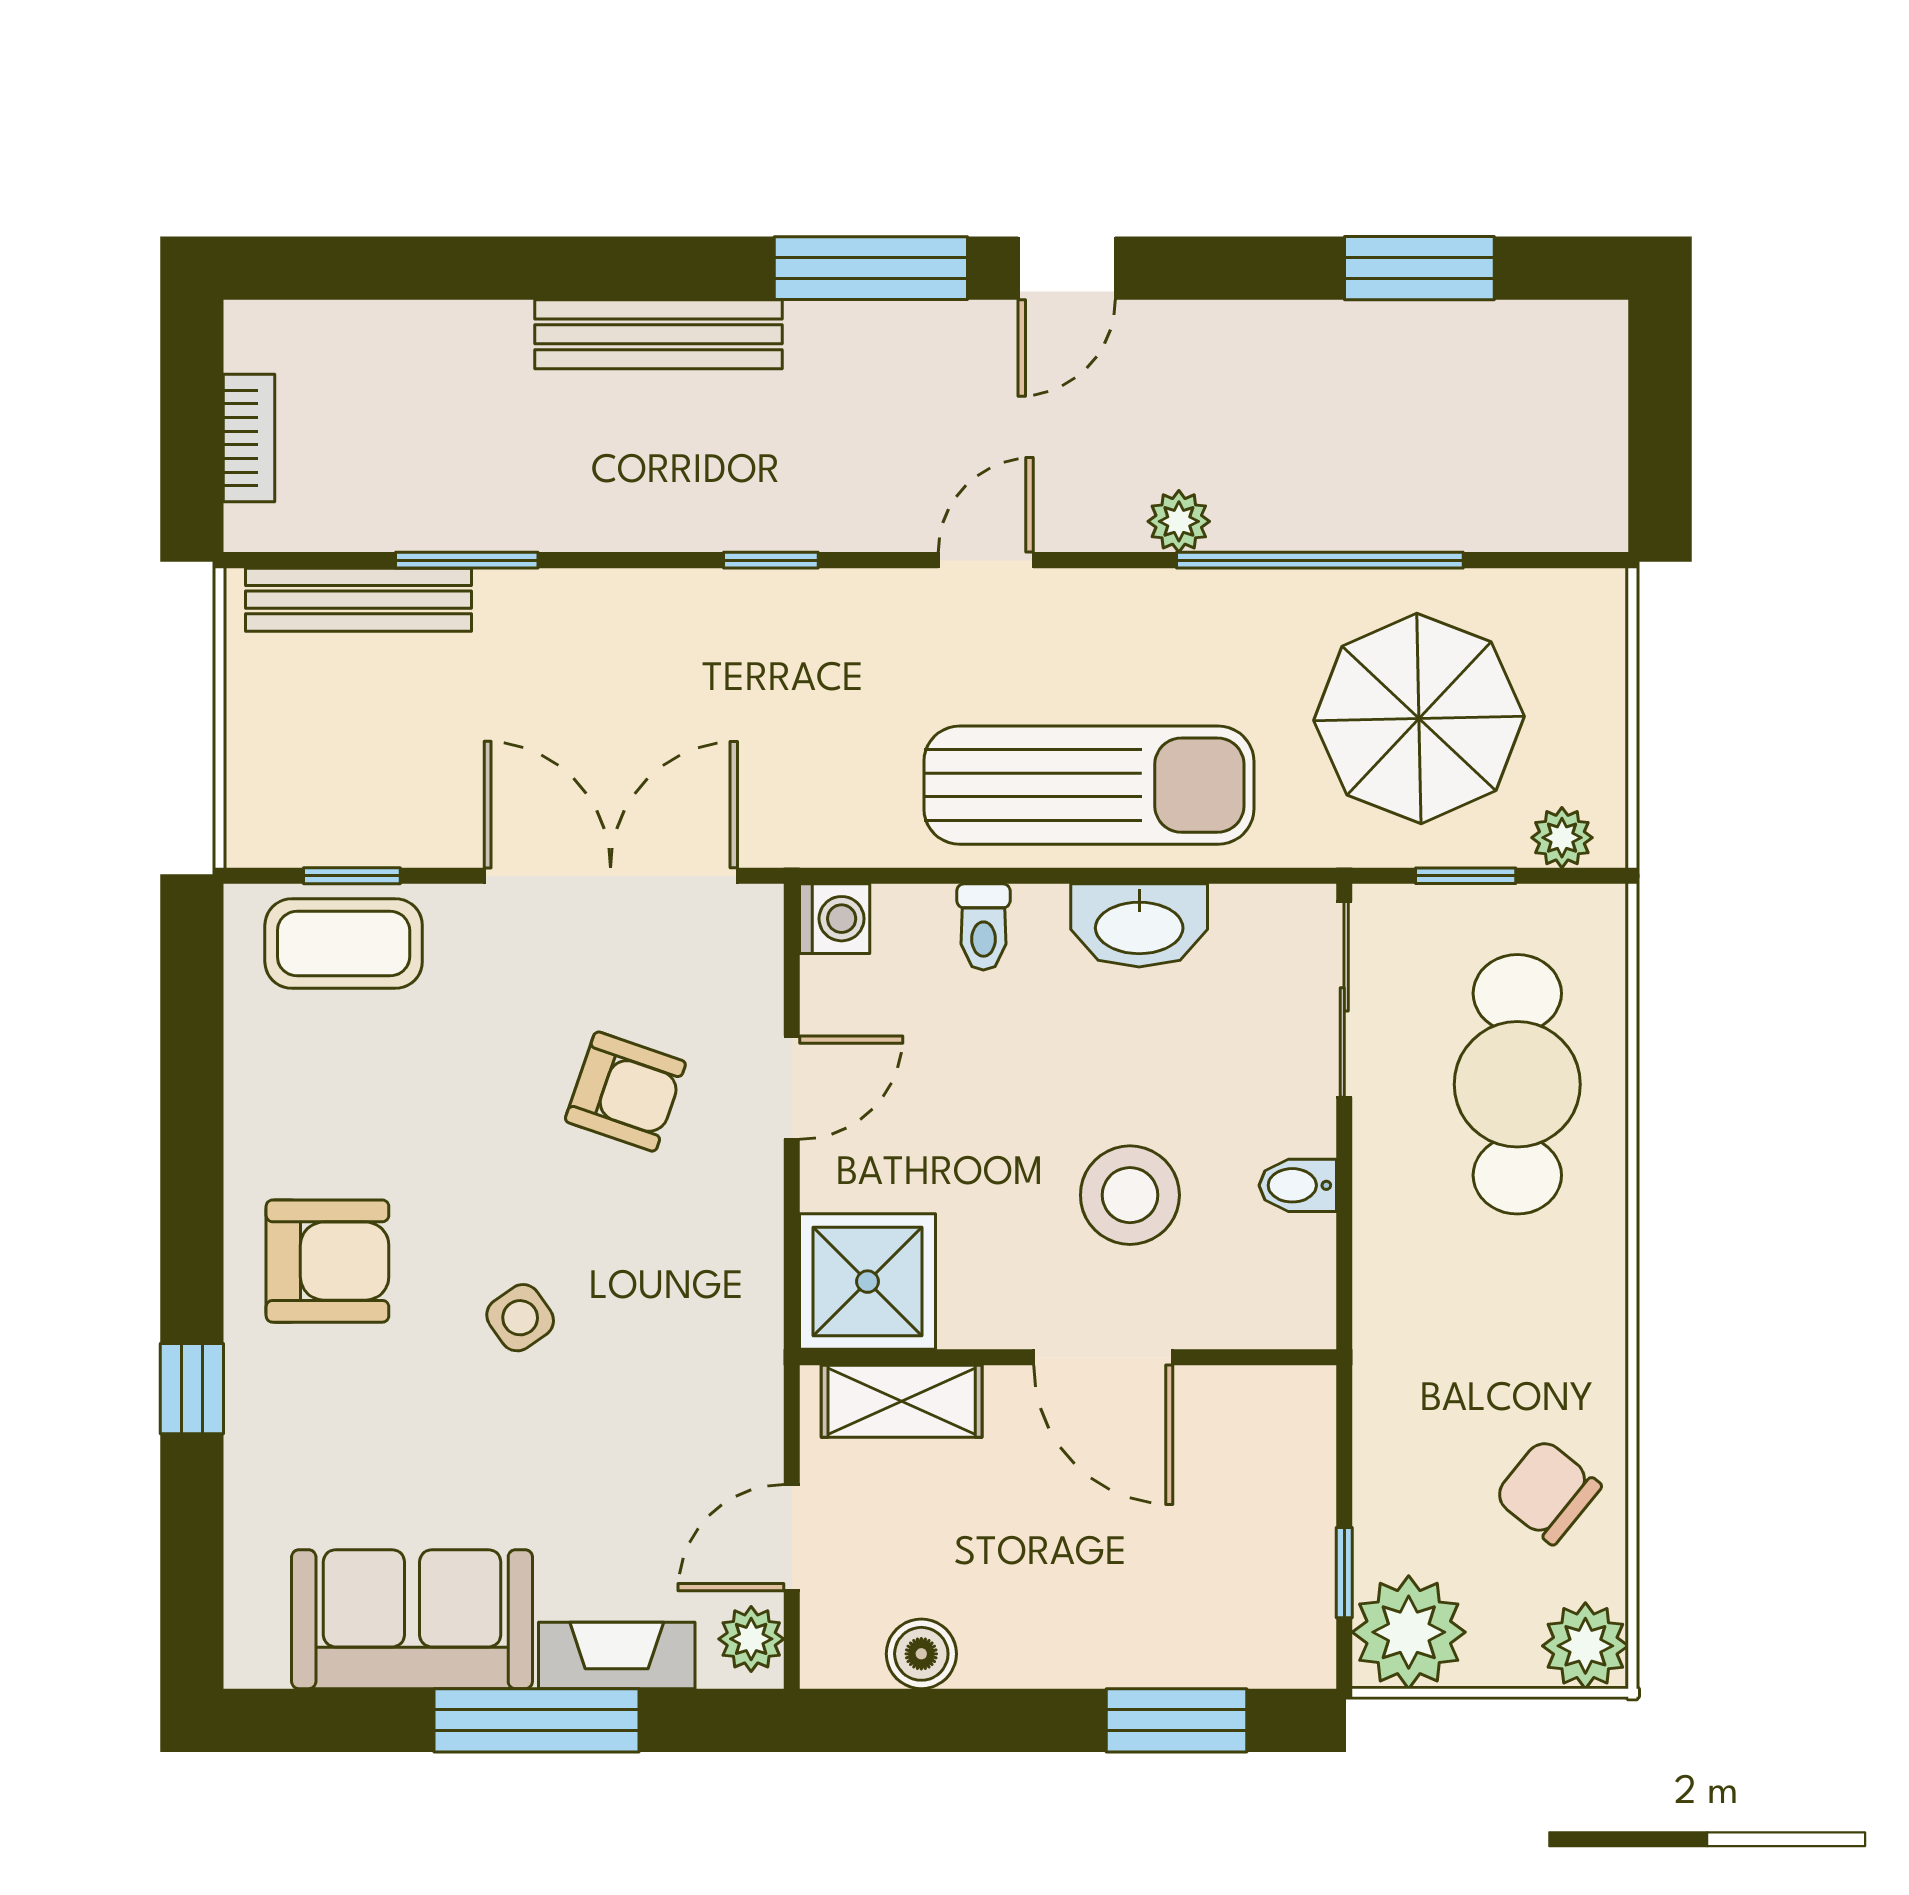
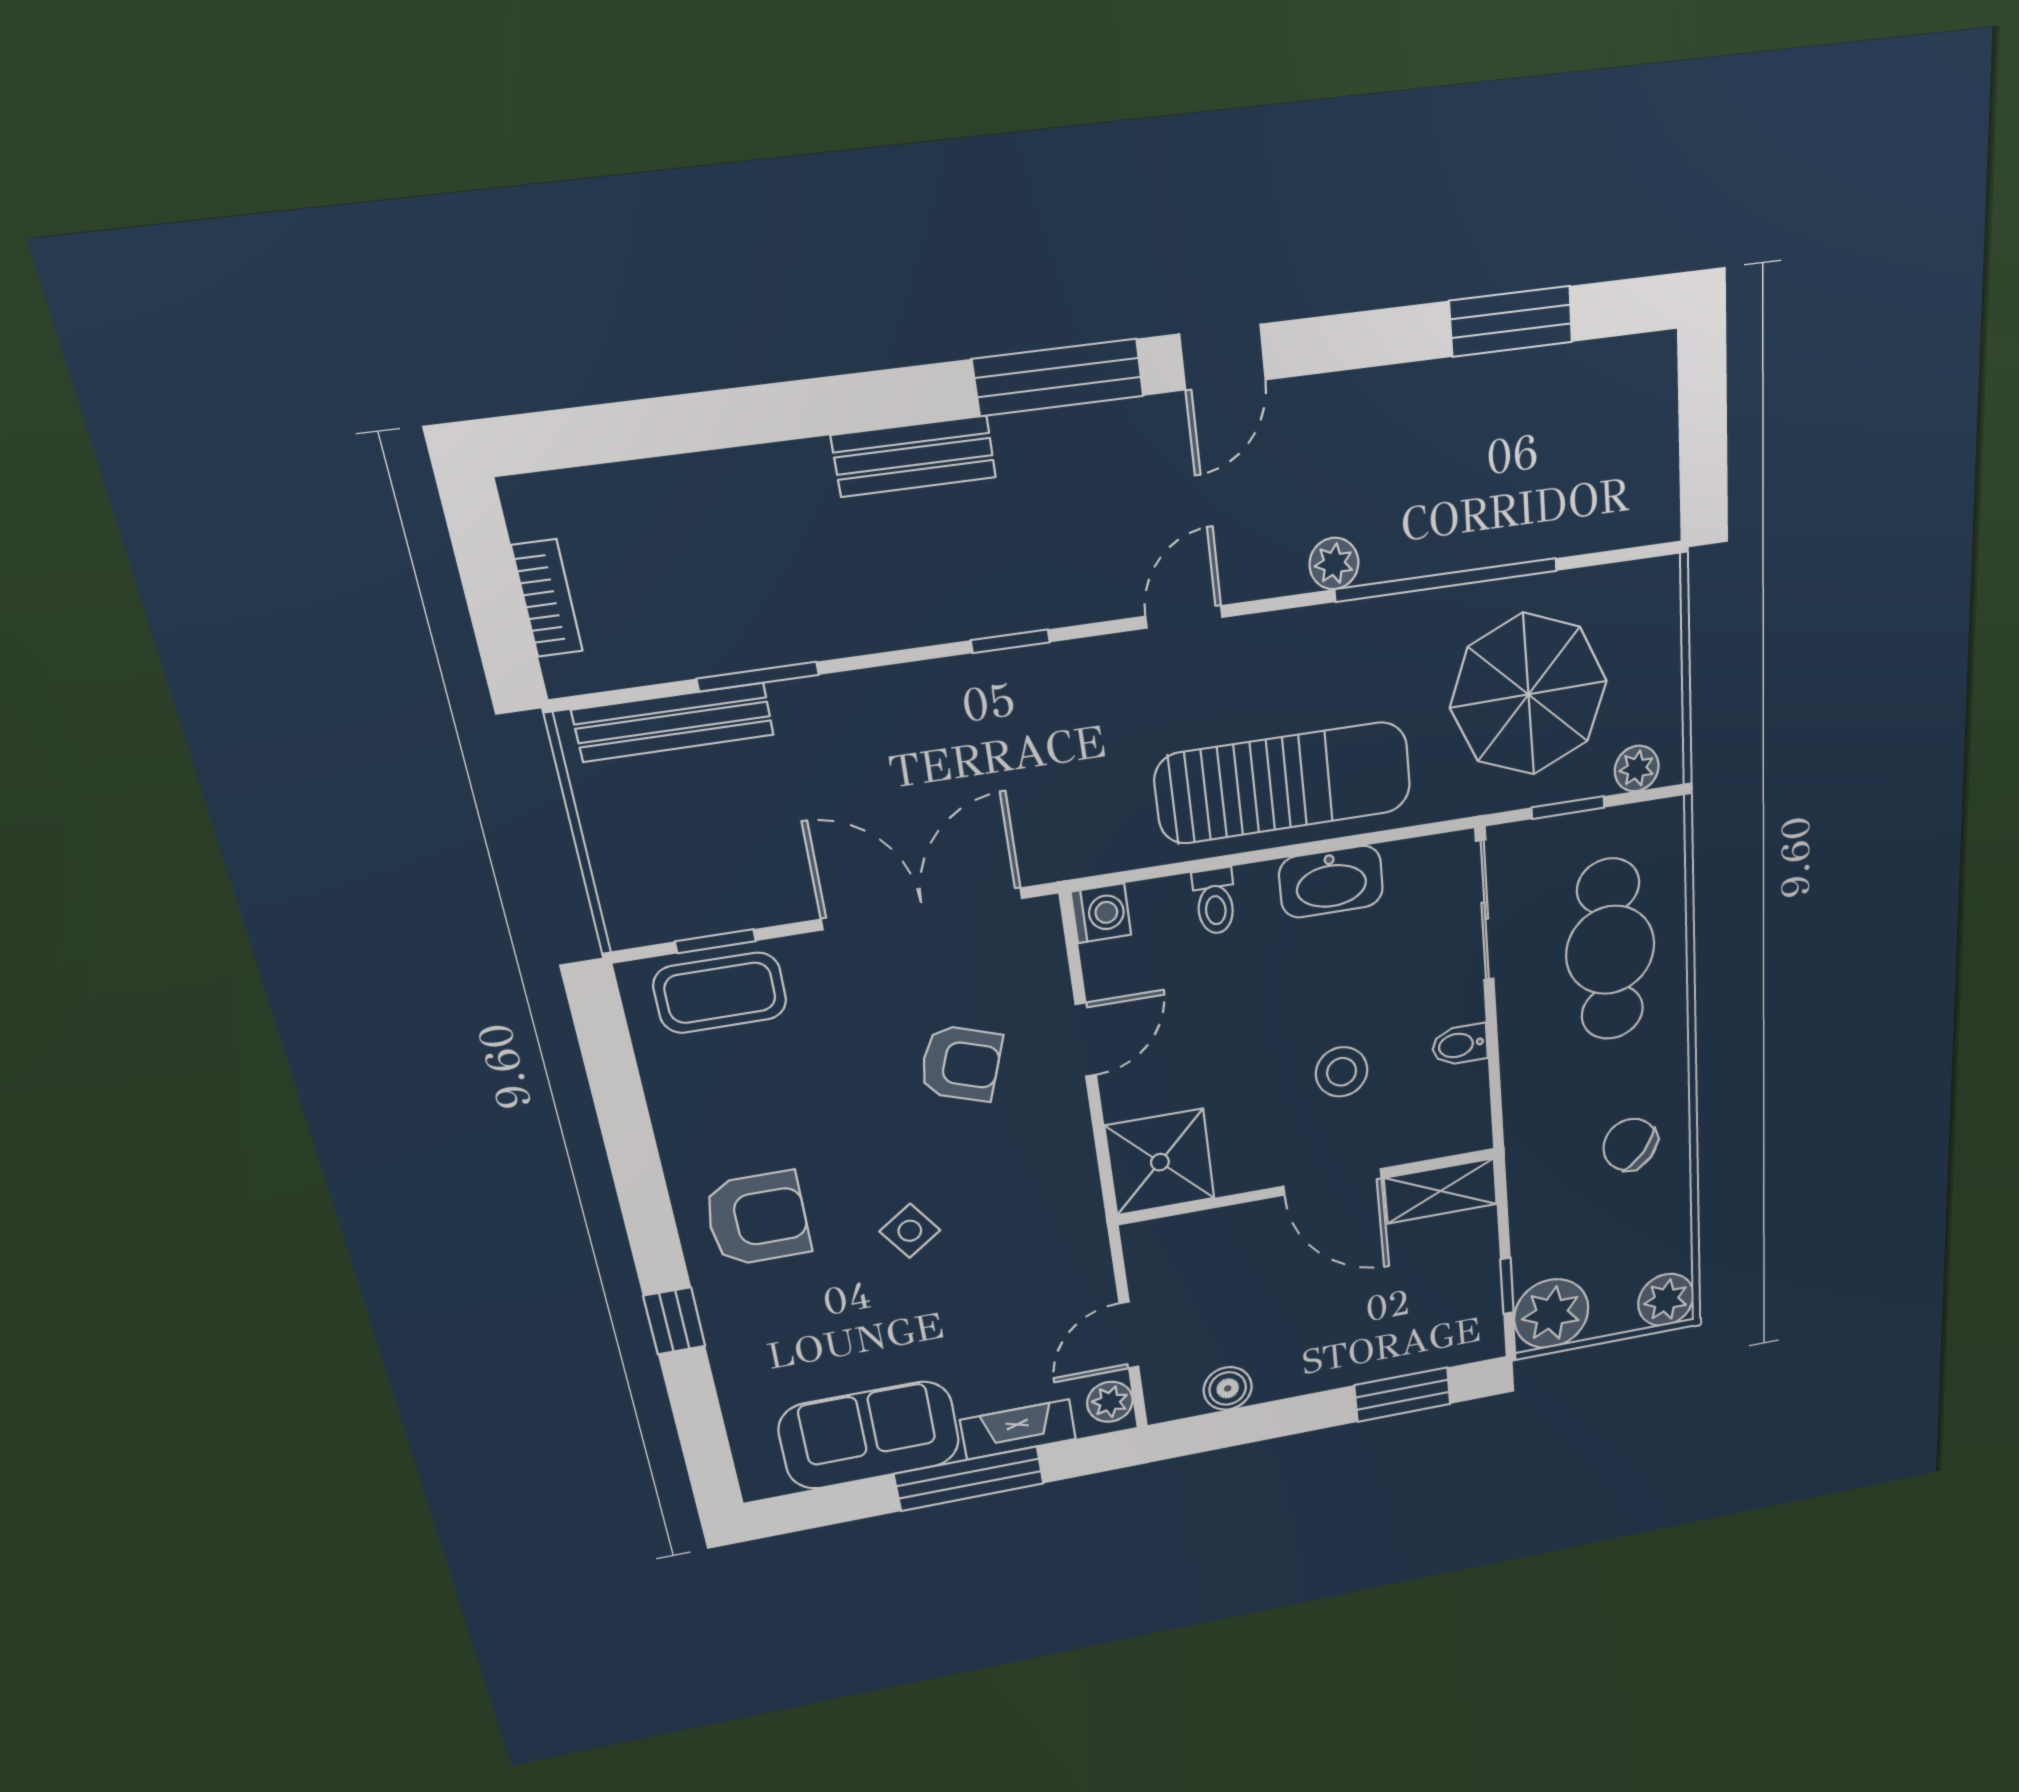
bench: (658, 334) -> (914, 456), width x0.73
stool: (1130, 1195) -> (1342, 1072), width x0.73, depth x0.73
shelving: (902, 1401) -> (1441, 1191), moved
chair: (1548, 1491) -> (1630, 1145), moved

